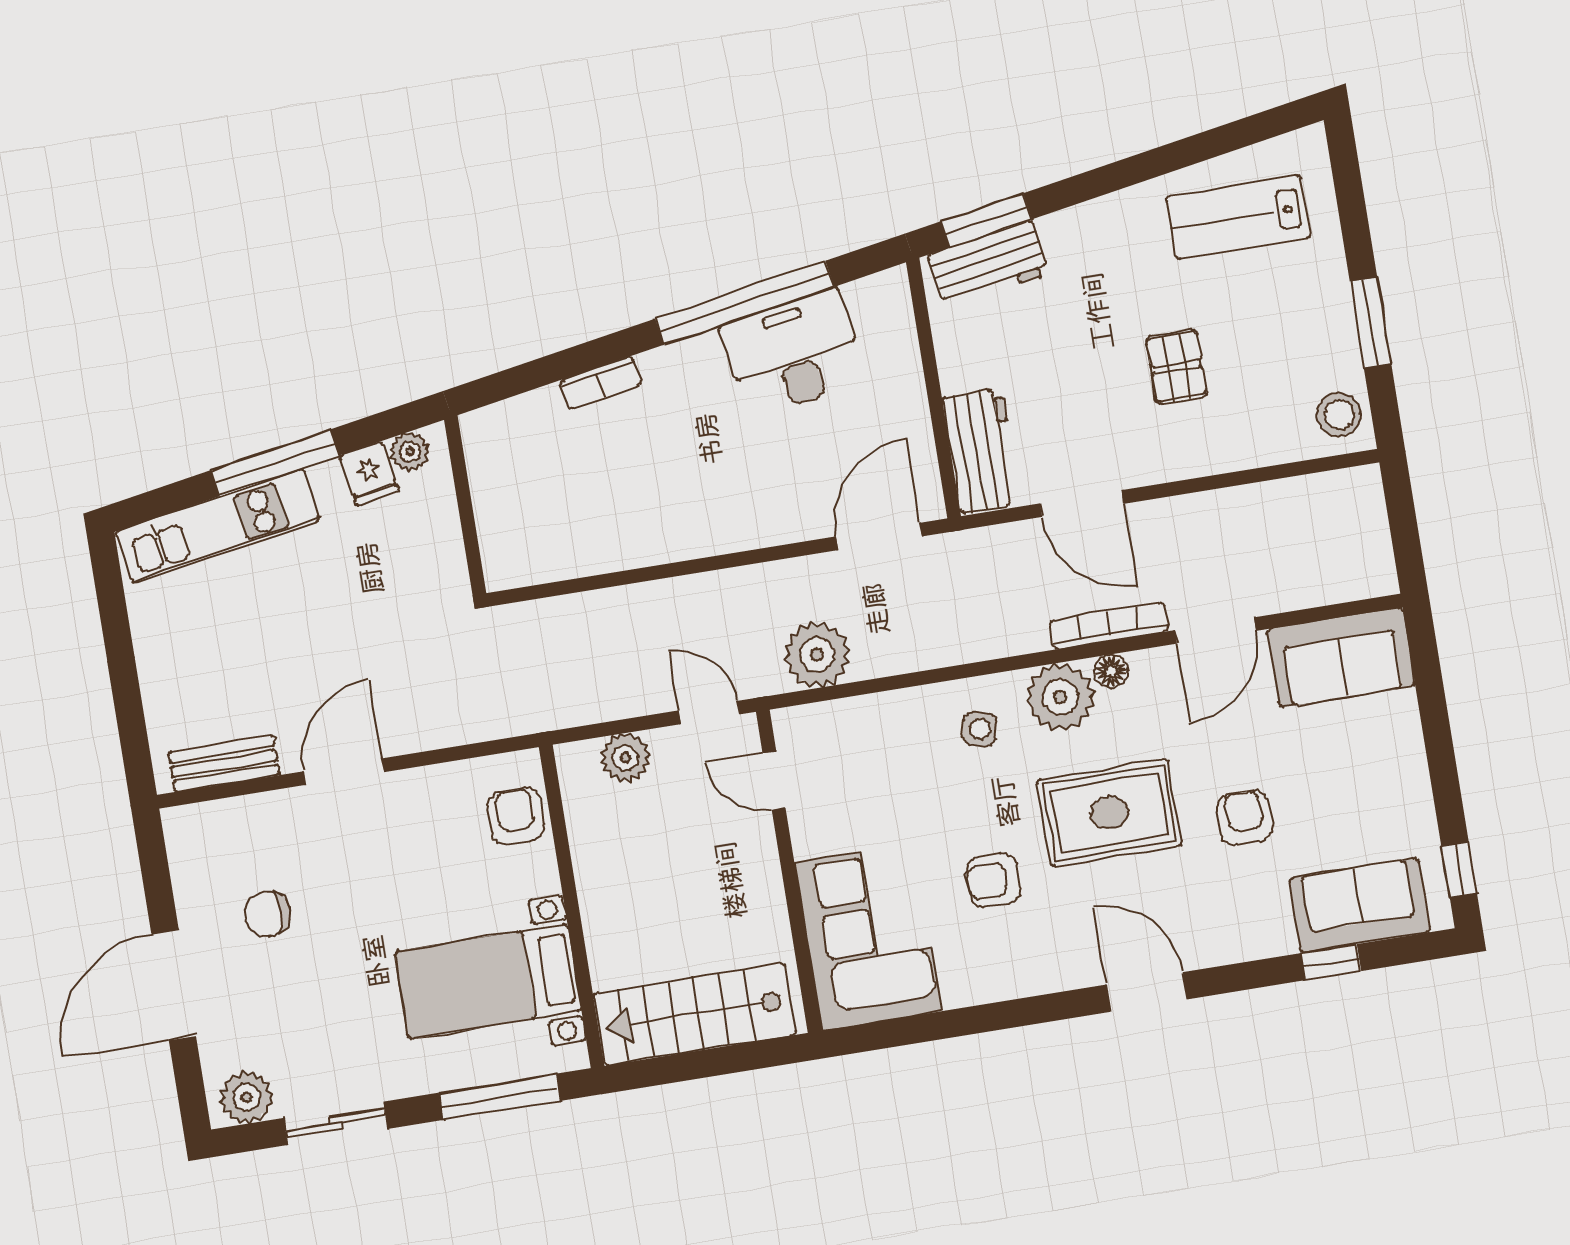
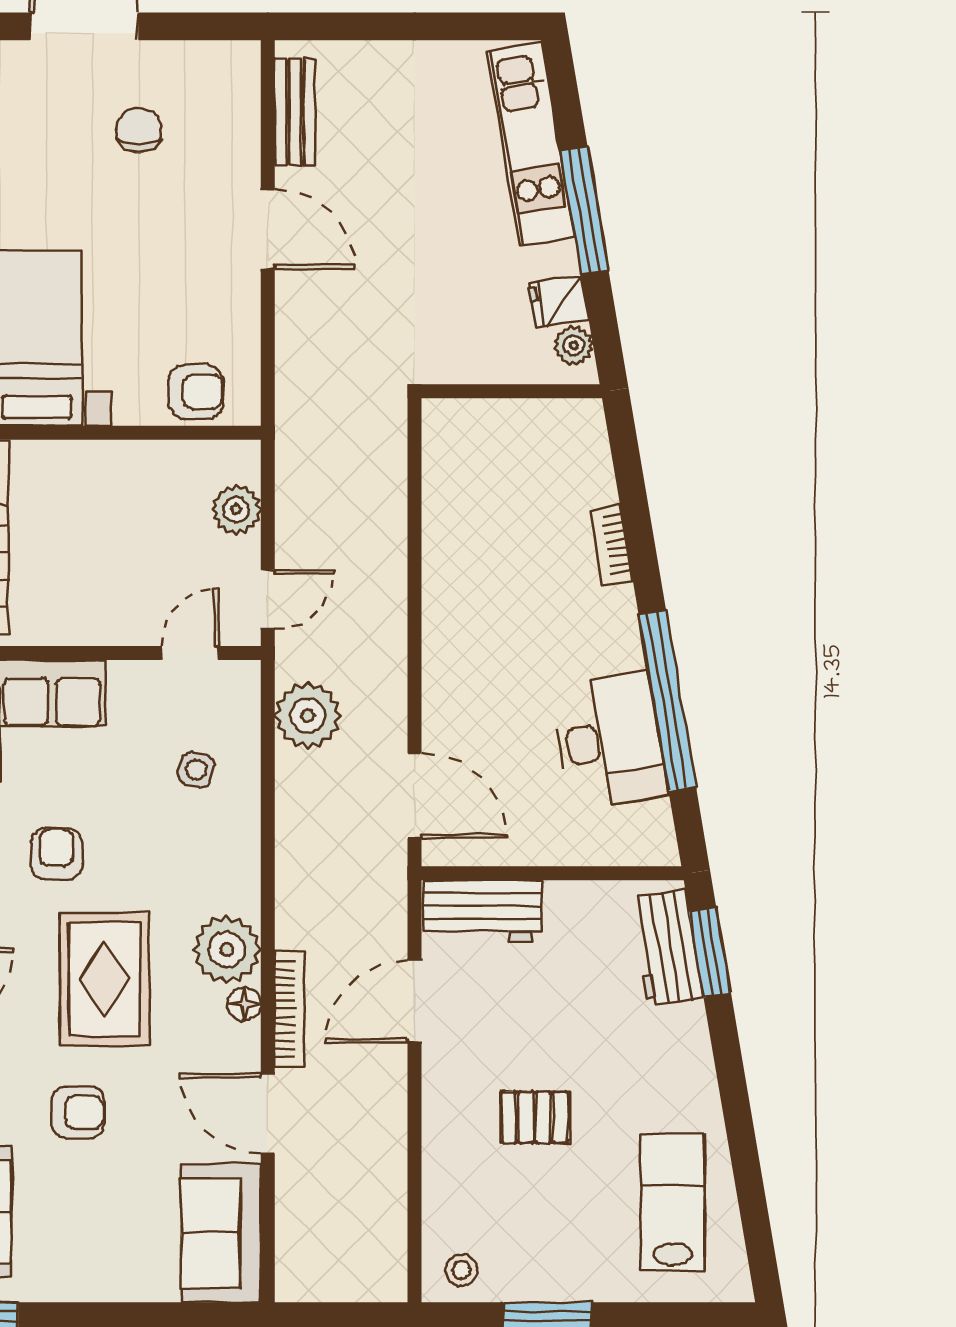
stool: (1339, 414) -> (462, 1270), width x0.73, depth x0.73
side table: (980, 729) -> (196, 770), moved

